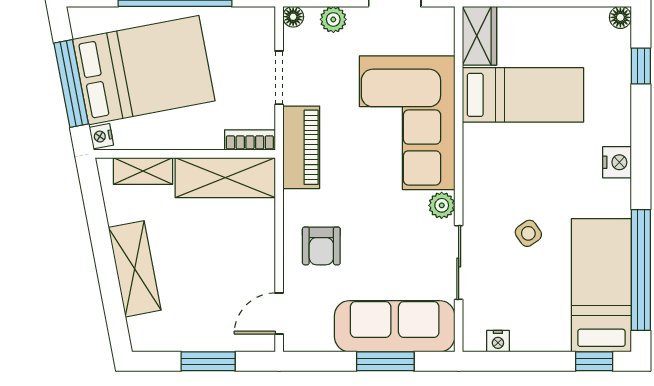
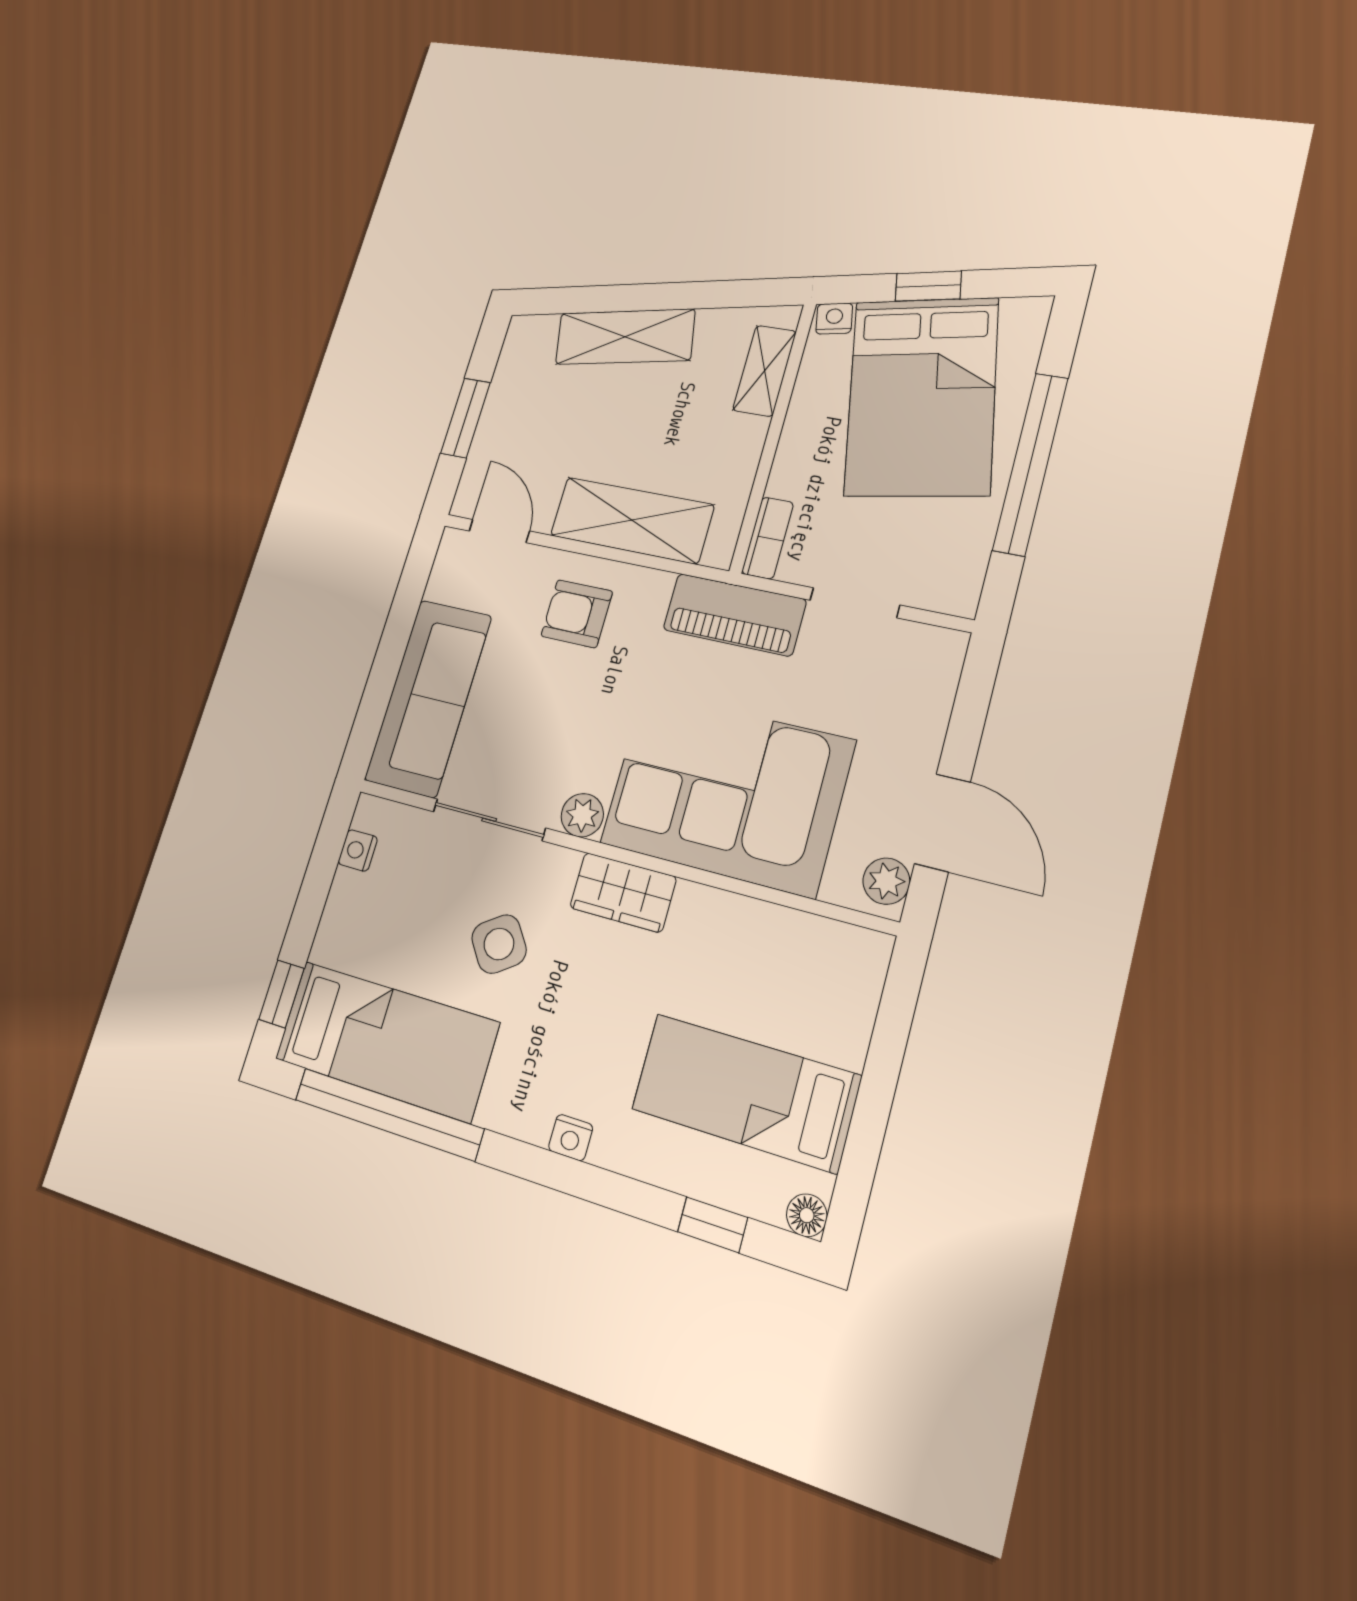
floor lamp: (293, 17) -> (950, 646), removed
plant: (333, 19) -> (886, 881), moved
wardrobe: (480, 36) -> (623, 892), moved
window: (71, 83) -> (928, 286), width x0.46
bed: (523, 95) -> (745, 1092), moved, turned 90
nightstand: (617, 162) -> (571, 1138), width x0.72, depth x0.74
shelving: (225, 178) -> (632, 520), moved, turned 90
side table: (528, 233) -> (499, 944), width x1.37, depth x1.37
window: (385, 361) -> (384, 672), removed

